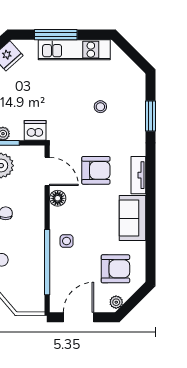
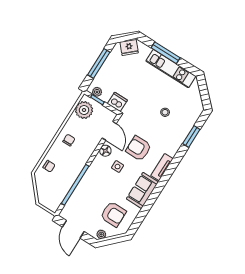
armchair: (96, 170) -> (139, 148), turned 180
side table: (67, 241) -> (118, 167), moved
door: (79, 317) -> (73, 229), swing flipped

